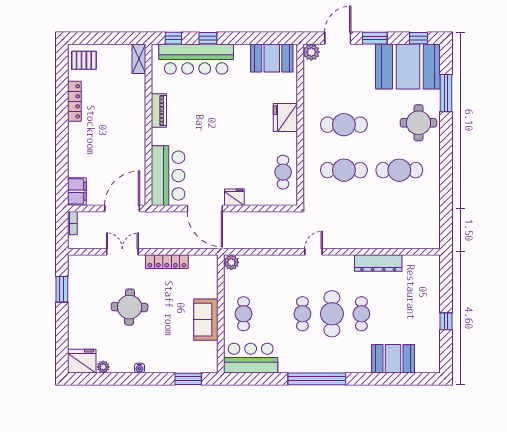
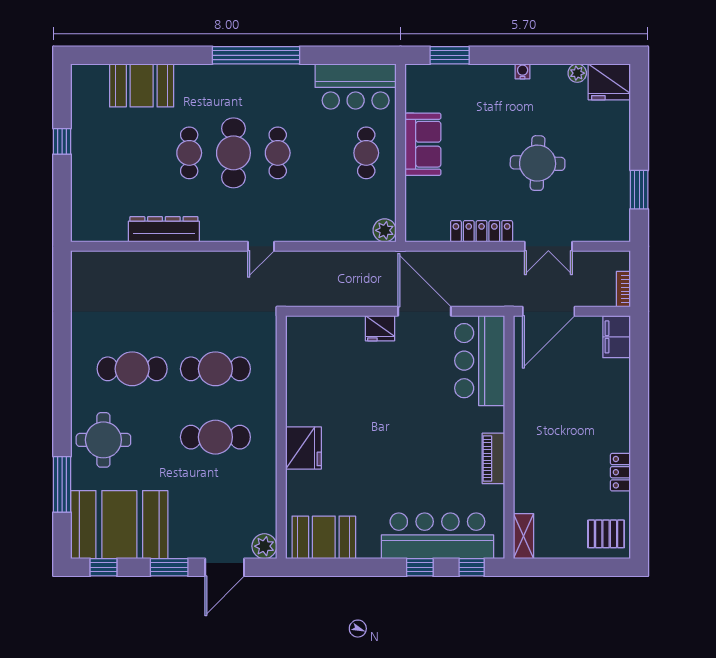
locker: (74, 101) -> (620, 472), width x0.66
cafe table: (283, 172) -> (307, 366), removed

